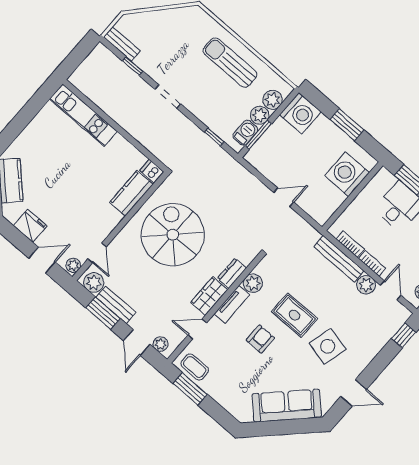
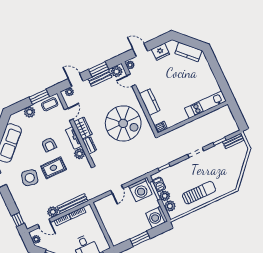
washing machine: (347, 174) -> (140, 190), moved, turned 90
kitchen counter: (131, 193) -> (150, 102), moved
door: (42, 260) -> (140, 50), swing flipped
plant: (222, 394) -> (30, 112), added

